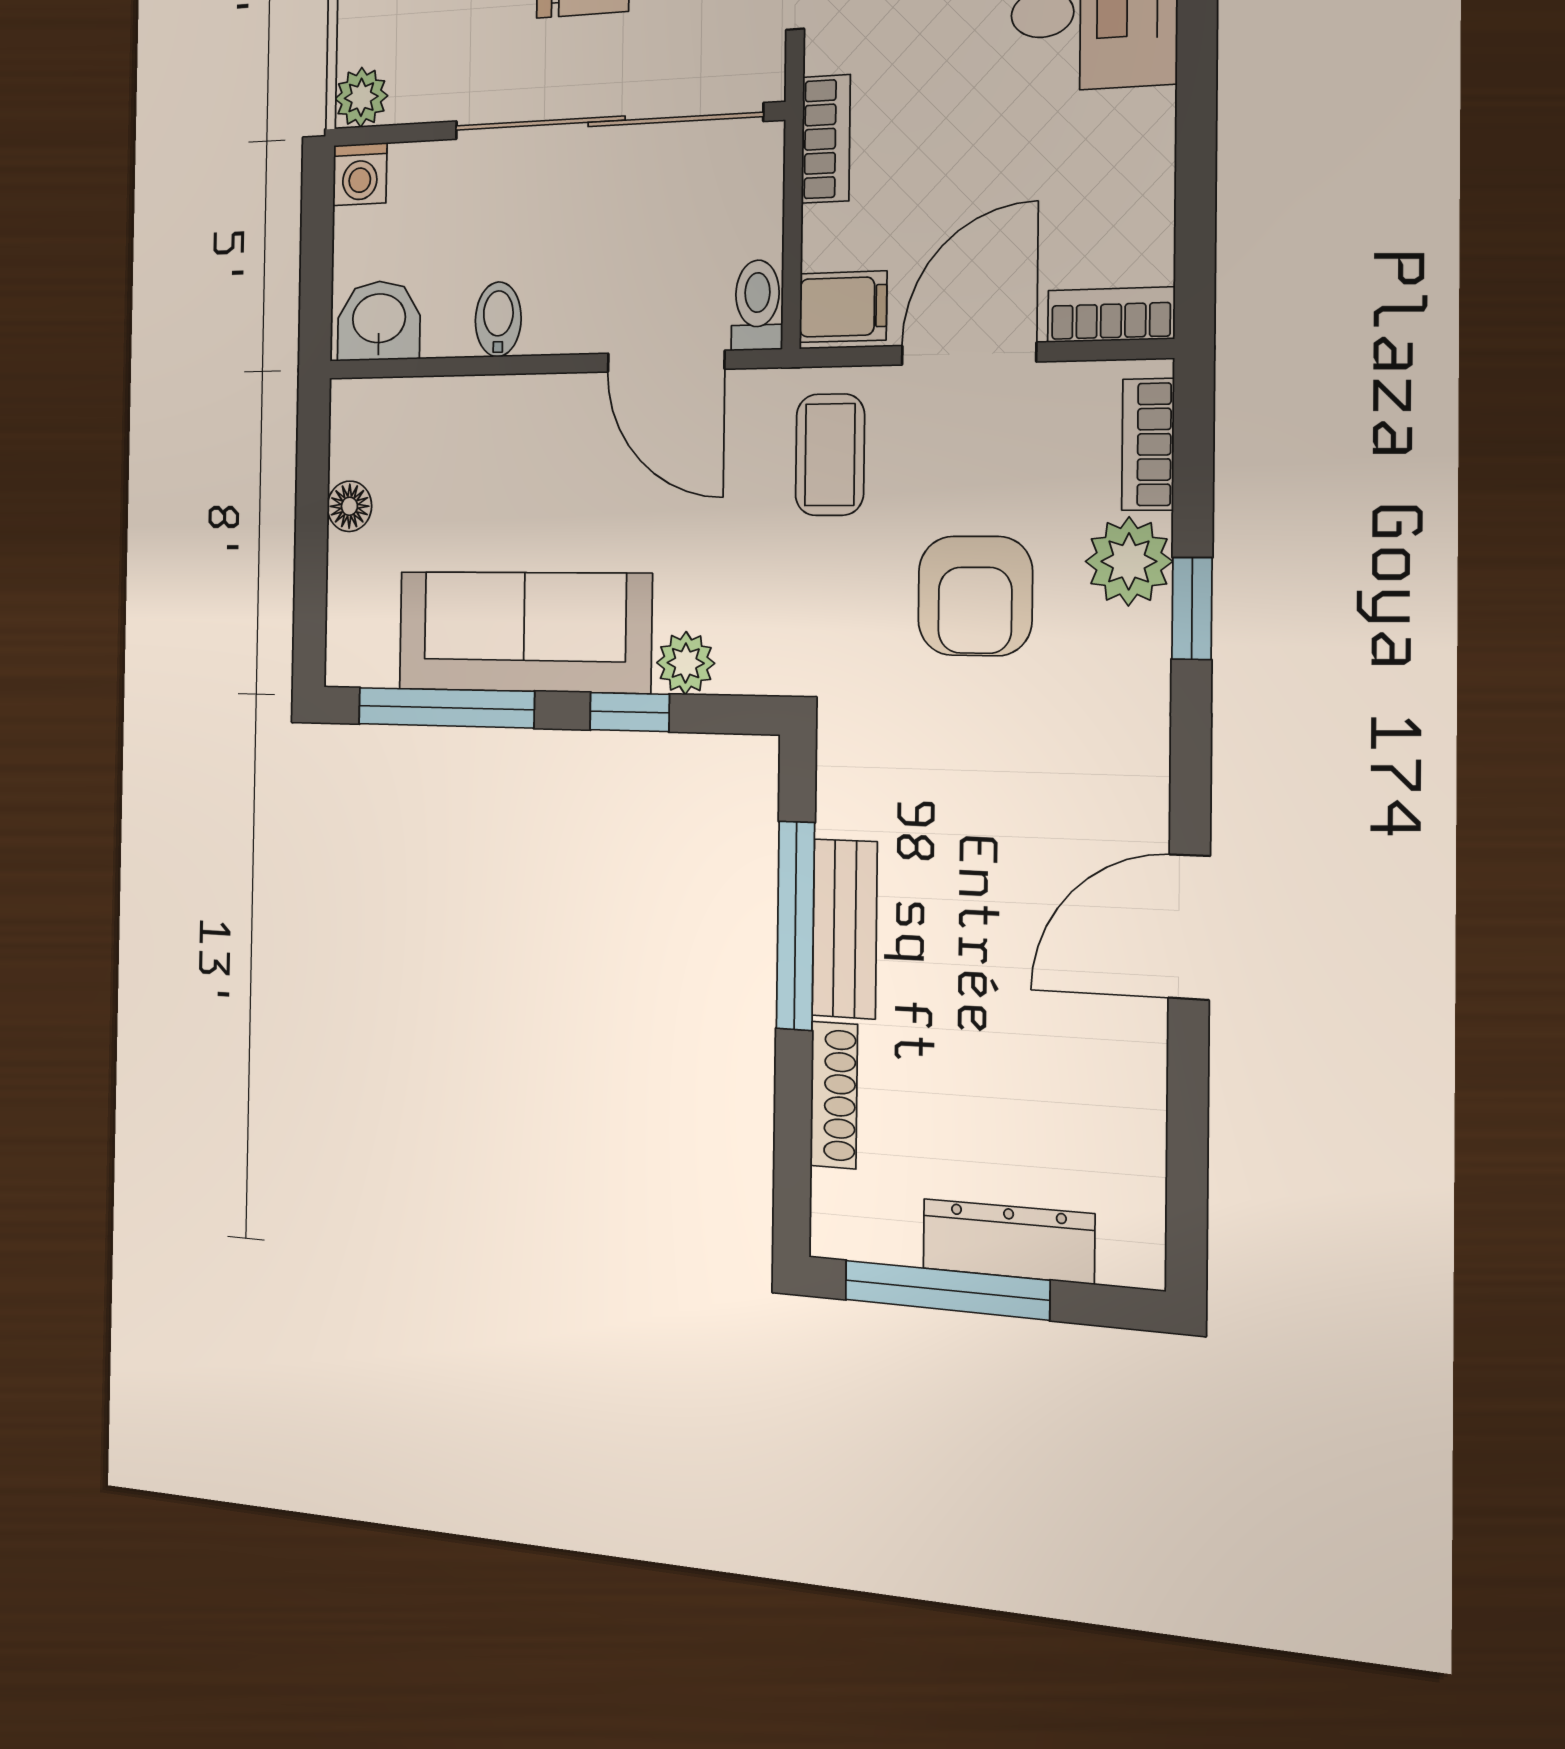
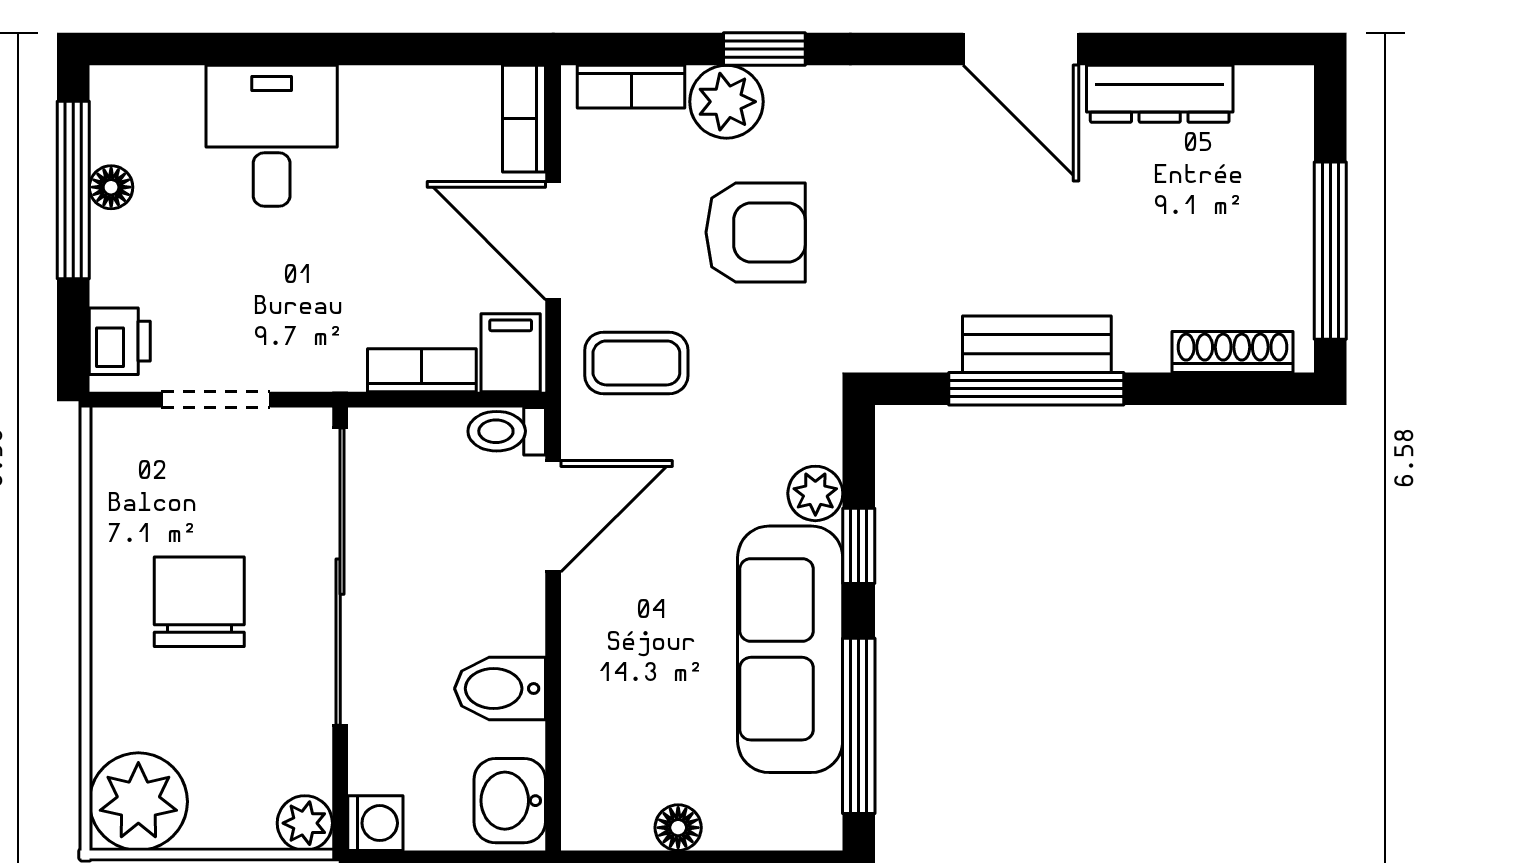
bookcase: (826, 139) -> (422, 370), moved
bidet: (498, 319) -> (500, 689), width x1.38, depth x1.36
shoe rack: (834, 1095) -> (1232, 352), moved
dresser: (1008, 1241) -> (1160, 94), moved, turned -90

